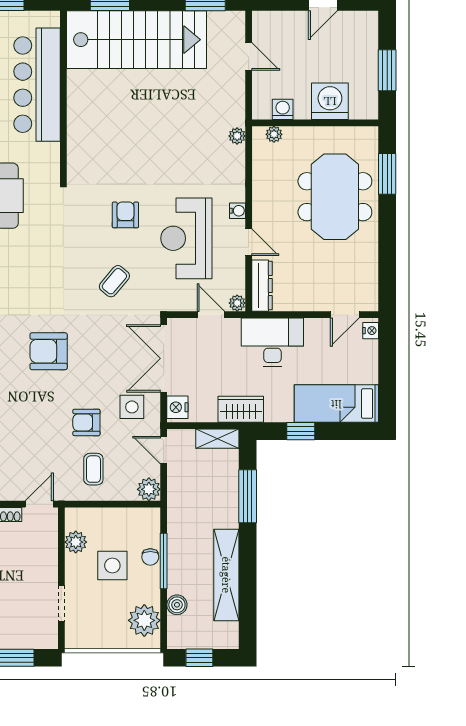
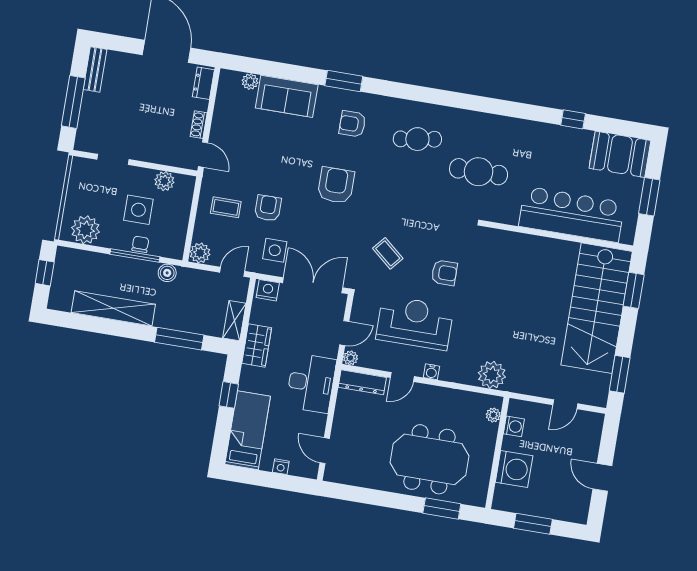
plant: (237, 136) -> (492, 375), width x1.88, depth x1.88
nightstand: (371, 331) -> (281, 467), moved
chair: (150, 557) -> (140, 244), turned 90
boiler: (177, 605) -> (167, 273), moved

